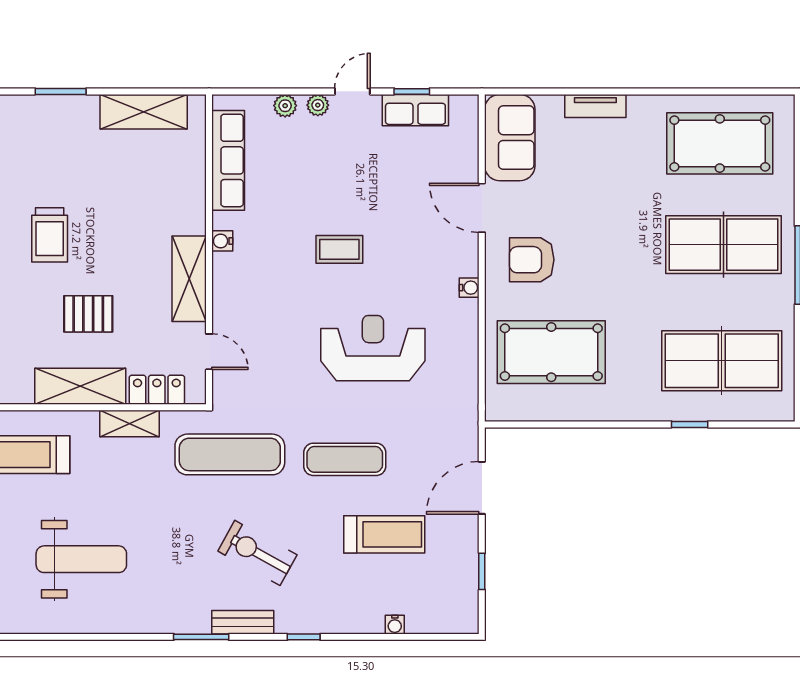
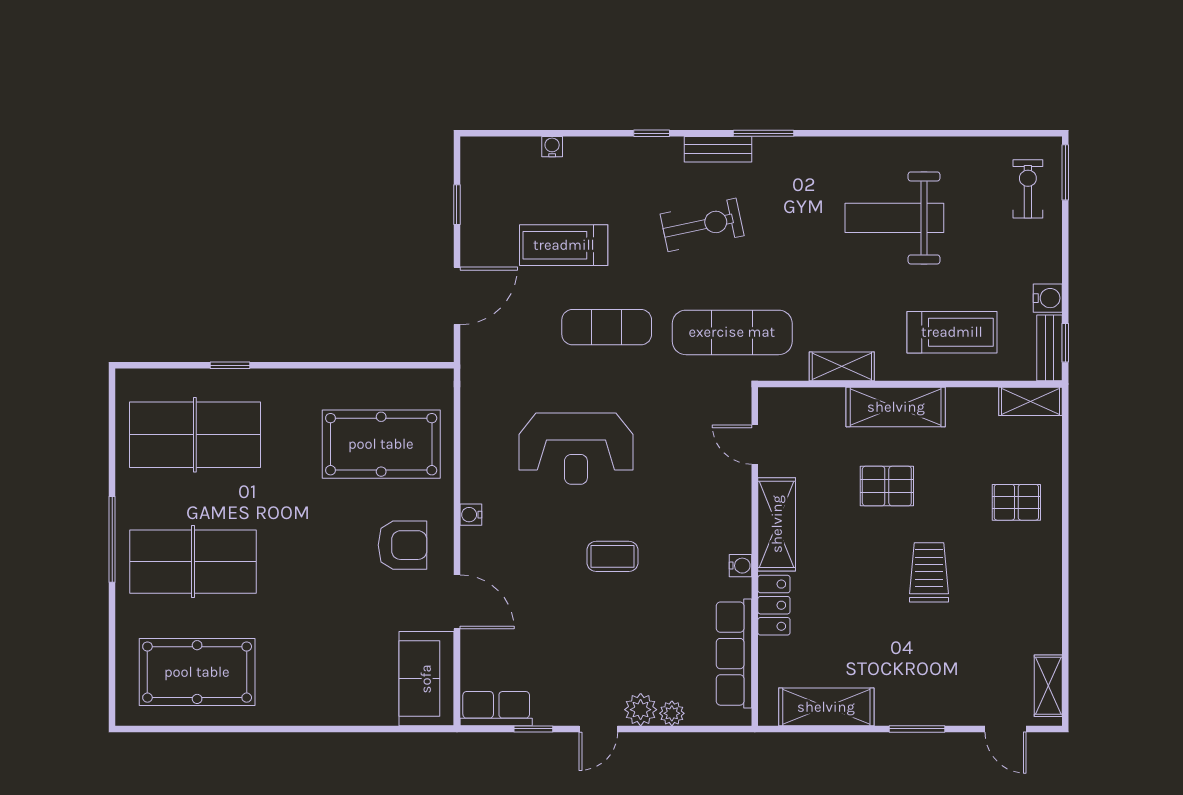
plant: (318, 105) -> (641, 710), width x1.38, depth x1.38
tv unit: (595, 106) -> (333, 713), removed
row of seats: (415, 110) -> (496, 709), moved
locker: (157, 390) -> (774, 605), moved, turned -90
exercise bike: (257, 553) -> (702, 225), turned -41

